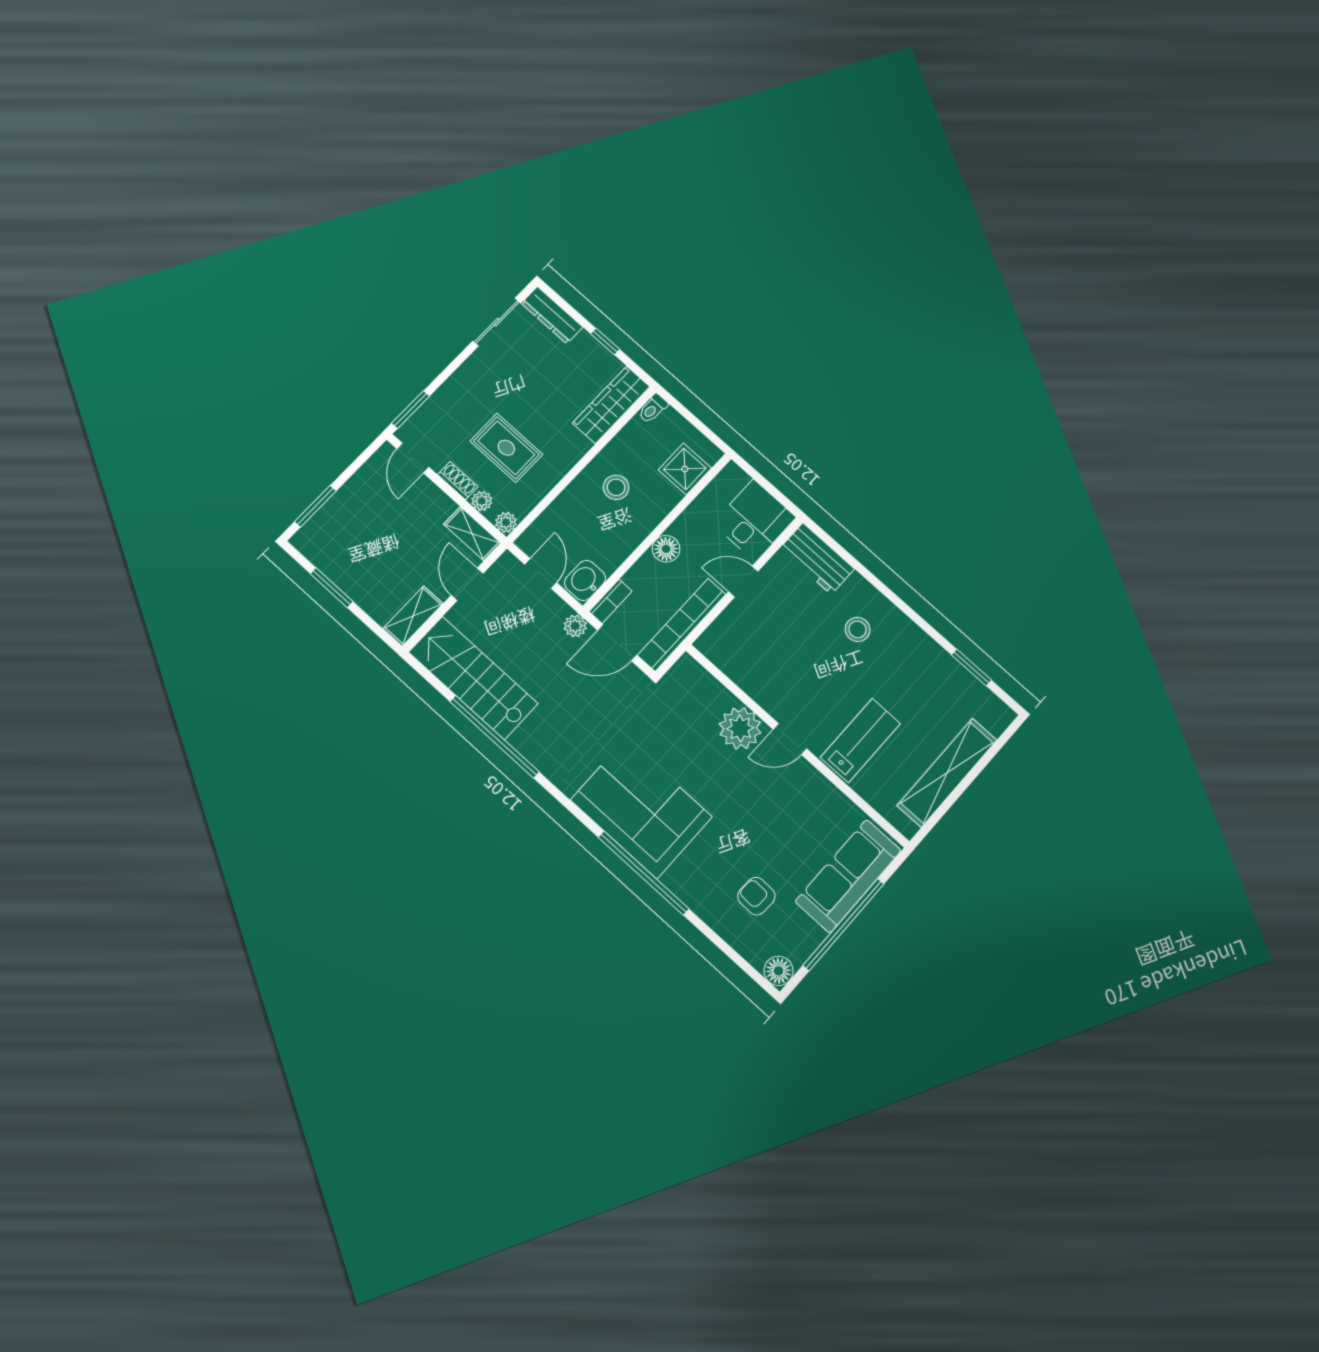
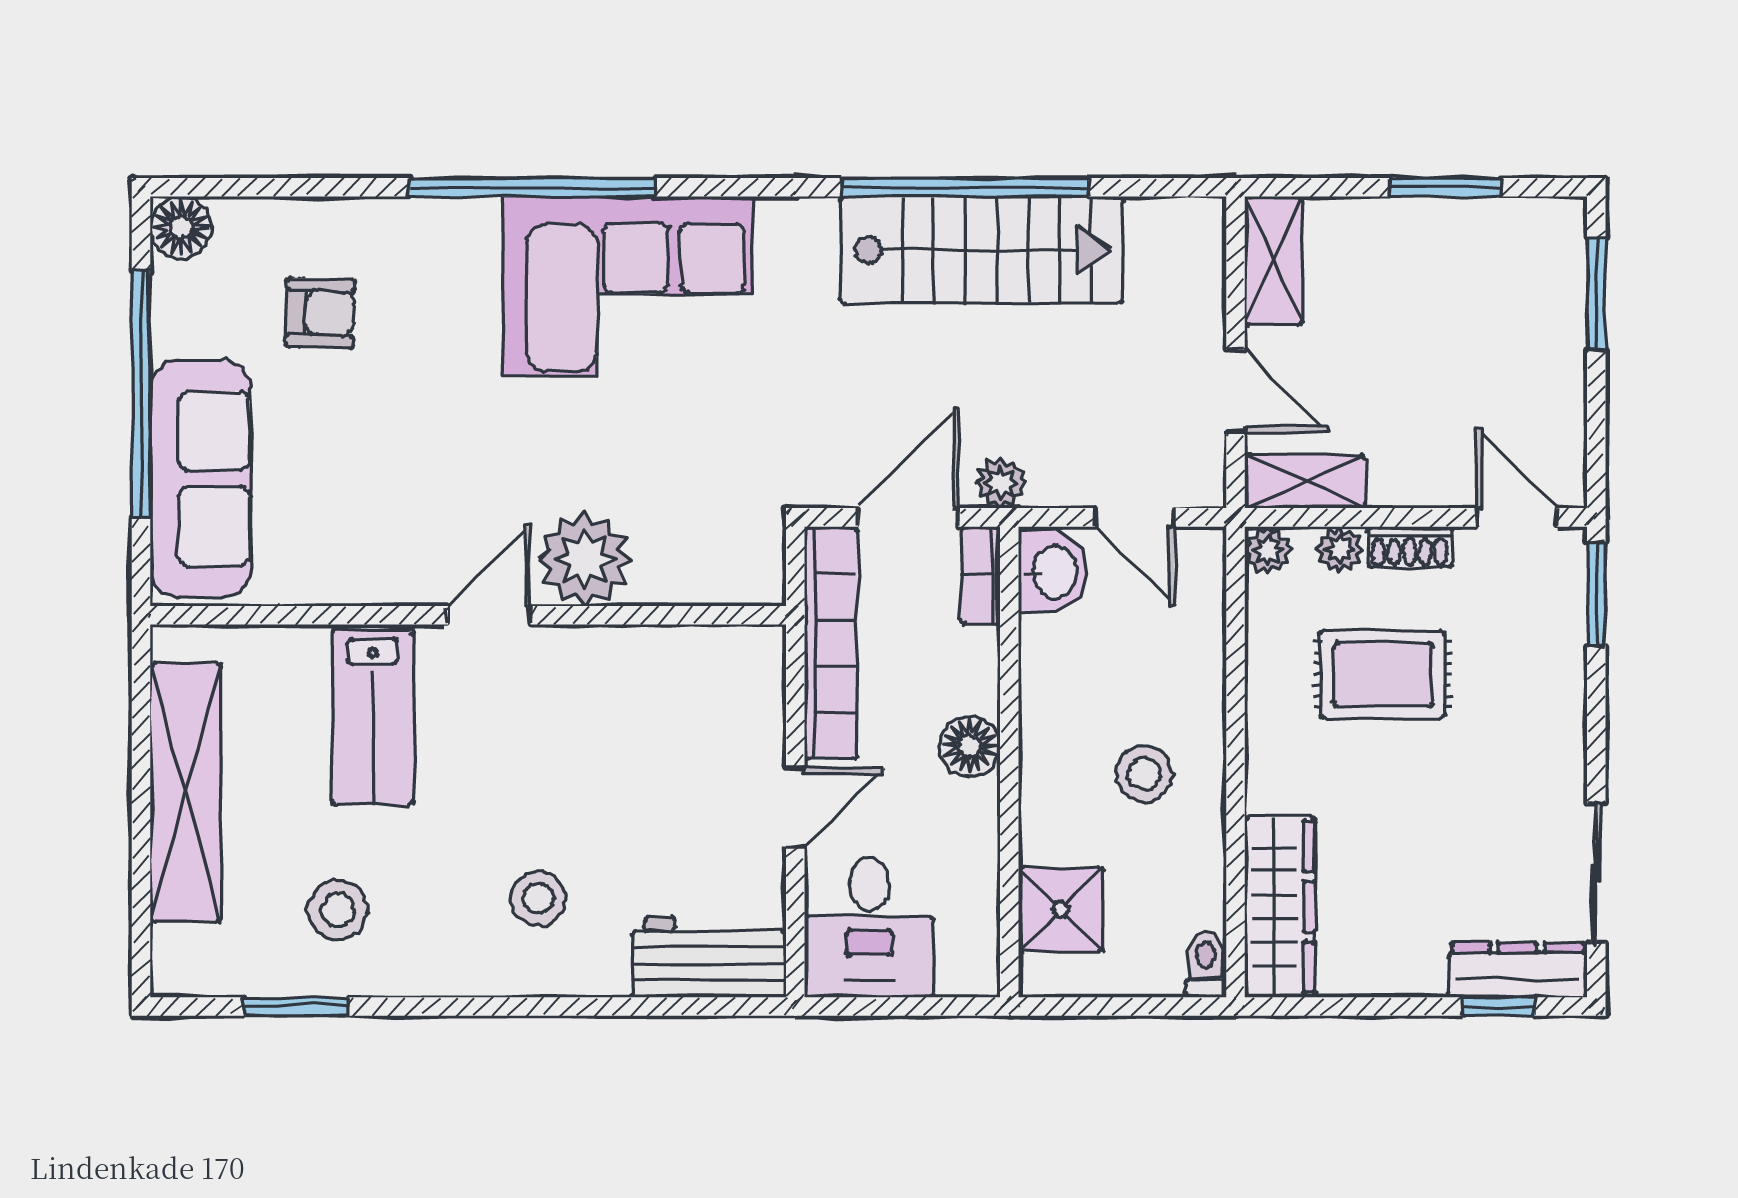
window: (605, 341) -> (1499, 1007), moved
stairs: (473, 678) -> (981, 250), moved
stool: (929, 687) -> (338, 910), added

